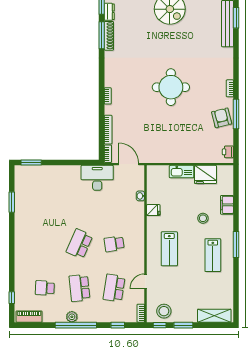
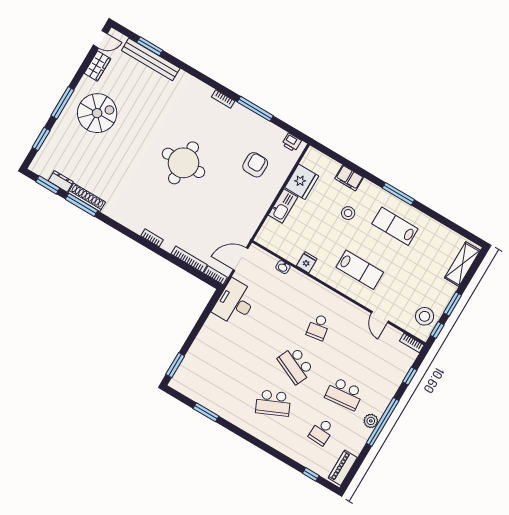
armchair: (222, 118) -> (255, 165), moved, turned 104
lab bench: (213, 255) -> (395, 226), turned 180
school desk: (114, 288) -> (273, 403), moved, turned -33

